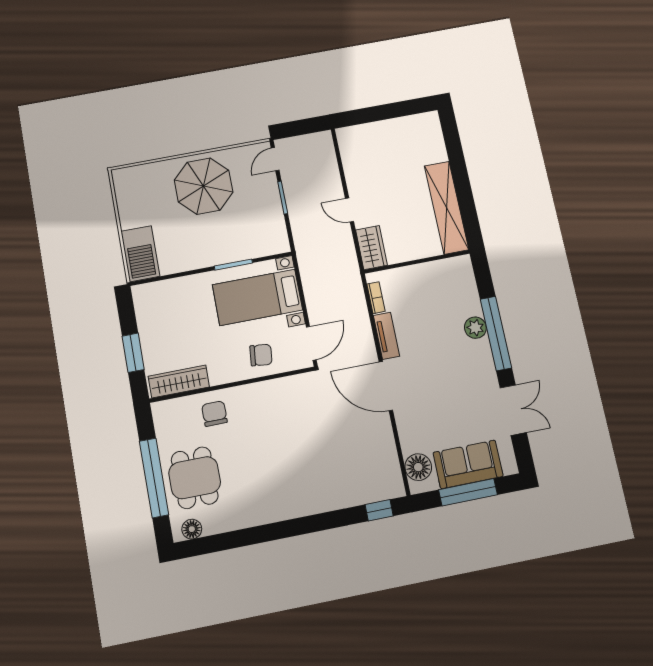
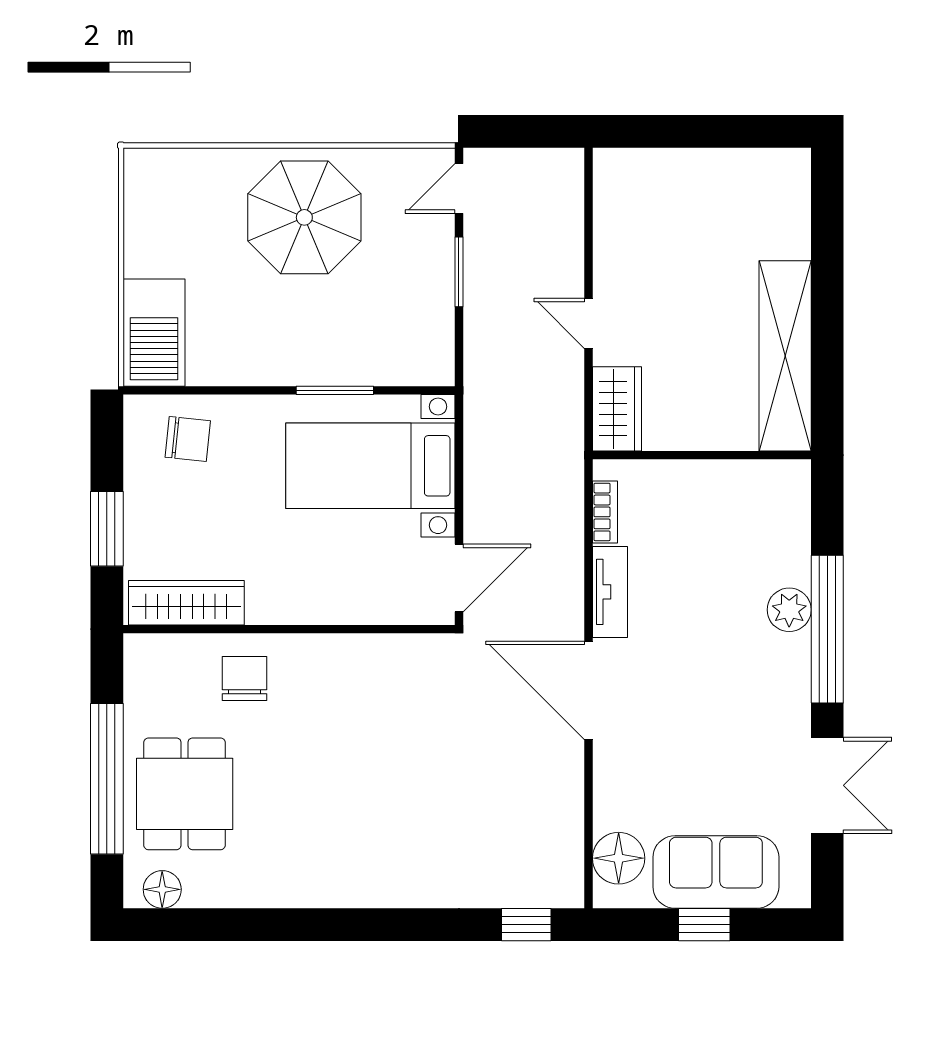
chair: (261, 355) -> (188, 439), moved
window: (468, 492) -> (704, 925), width x0.46

